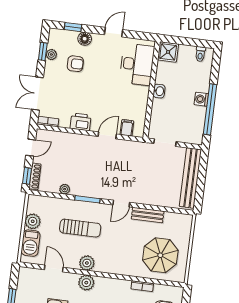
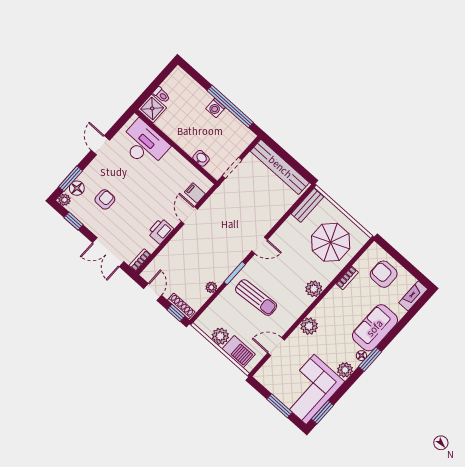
window: (73, 27) -> (70, 179), width x1.50
floor lamp: (85, 39) -> (77, 188), moved
toilet: (200, 54) -> (162, 95), moved
plant: (51, 55) -> (64, 200), moved
washbasin: (159, 91) -> (201, 158), moved
door: (121, 204) -> (260, 245), hinge flipped
bench: (148, 215) -> (307, 205), moved
sun lounger: (80, 228) -> (256, 298), turned 86
plant: (87, 263) -> (314, 289), moved

